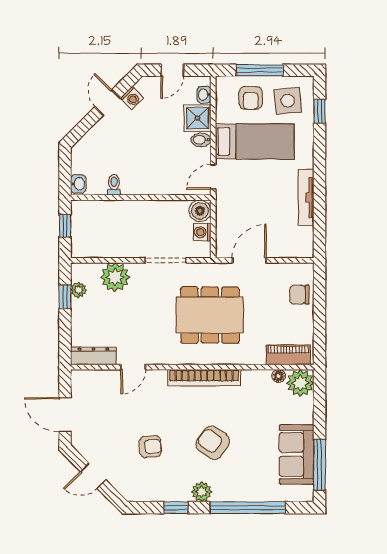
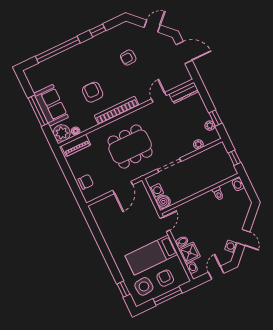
tv unit: (306, 197) -> (108, 238), removed
plant: (115, 277) -> (198, 144), width x0.53, depth x0.53
armchair: (213, 443) -> (93, 92), moved, turned -125
sofa: (297, 454) -> (51, 105), moved
window: (320, 465) -> (38, 111), moved
plant: (202, 492) -> (88, 46), removed

